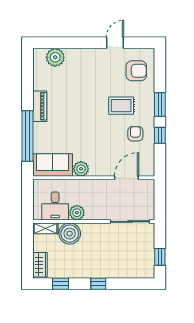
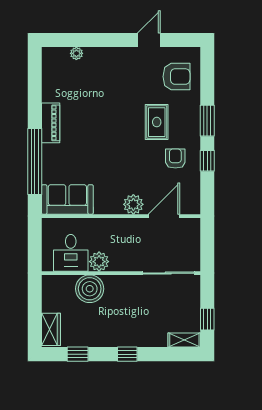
plant: (55, 57) -> (76, 53), width x0.53, depth x0.53
rug: (121, 106) -> (157, 122), turned 90
plant: (81, 169) -> (133, 204), moved
shelving: (46, 228) -> (184, 340), moved

